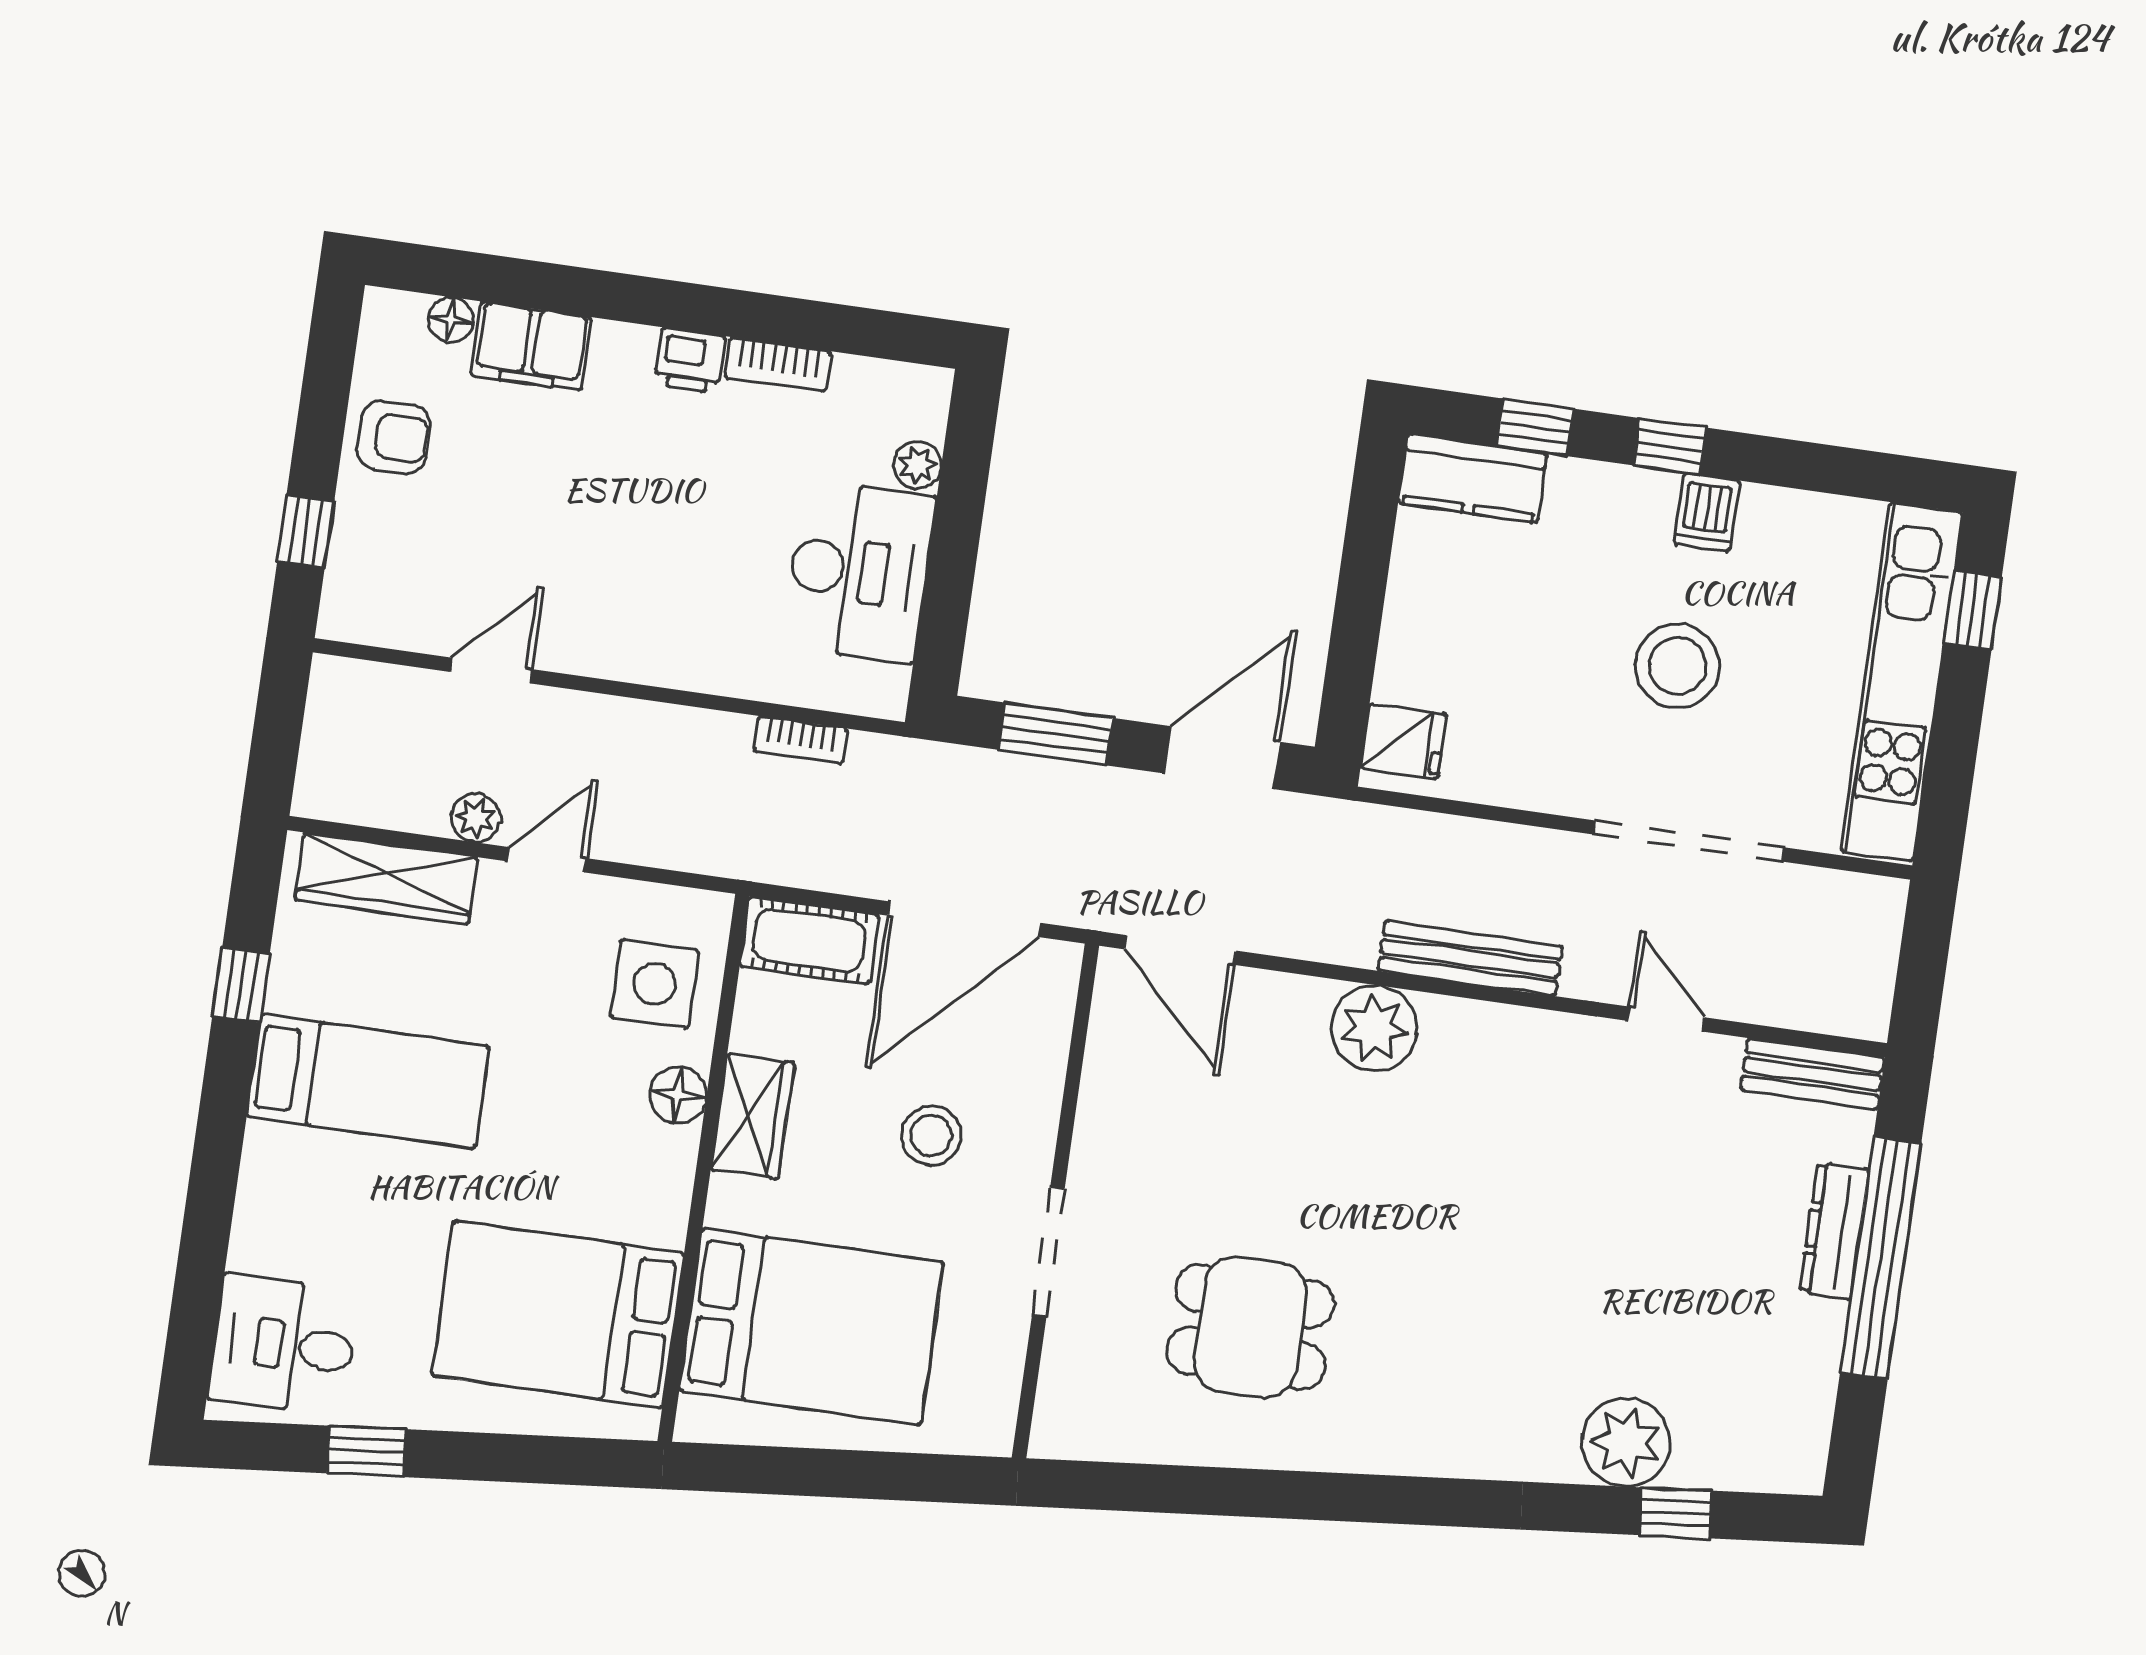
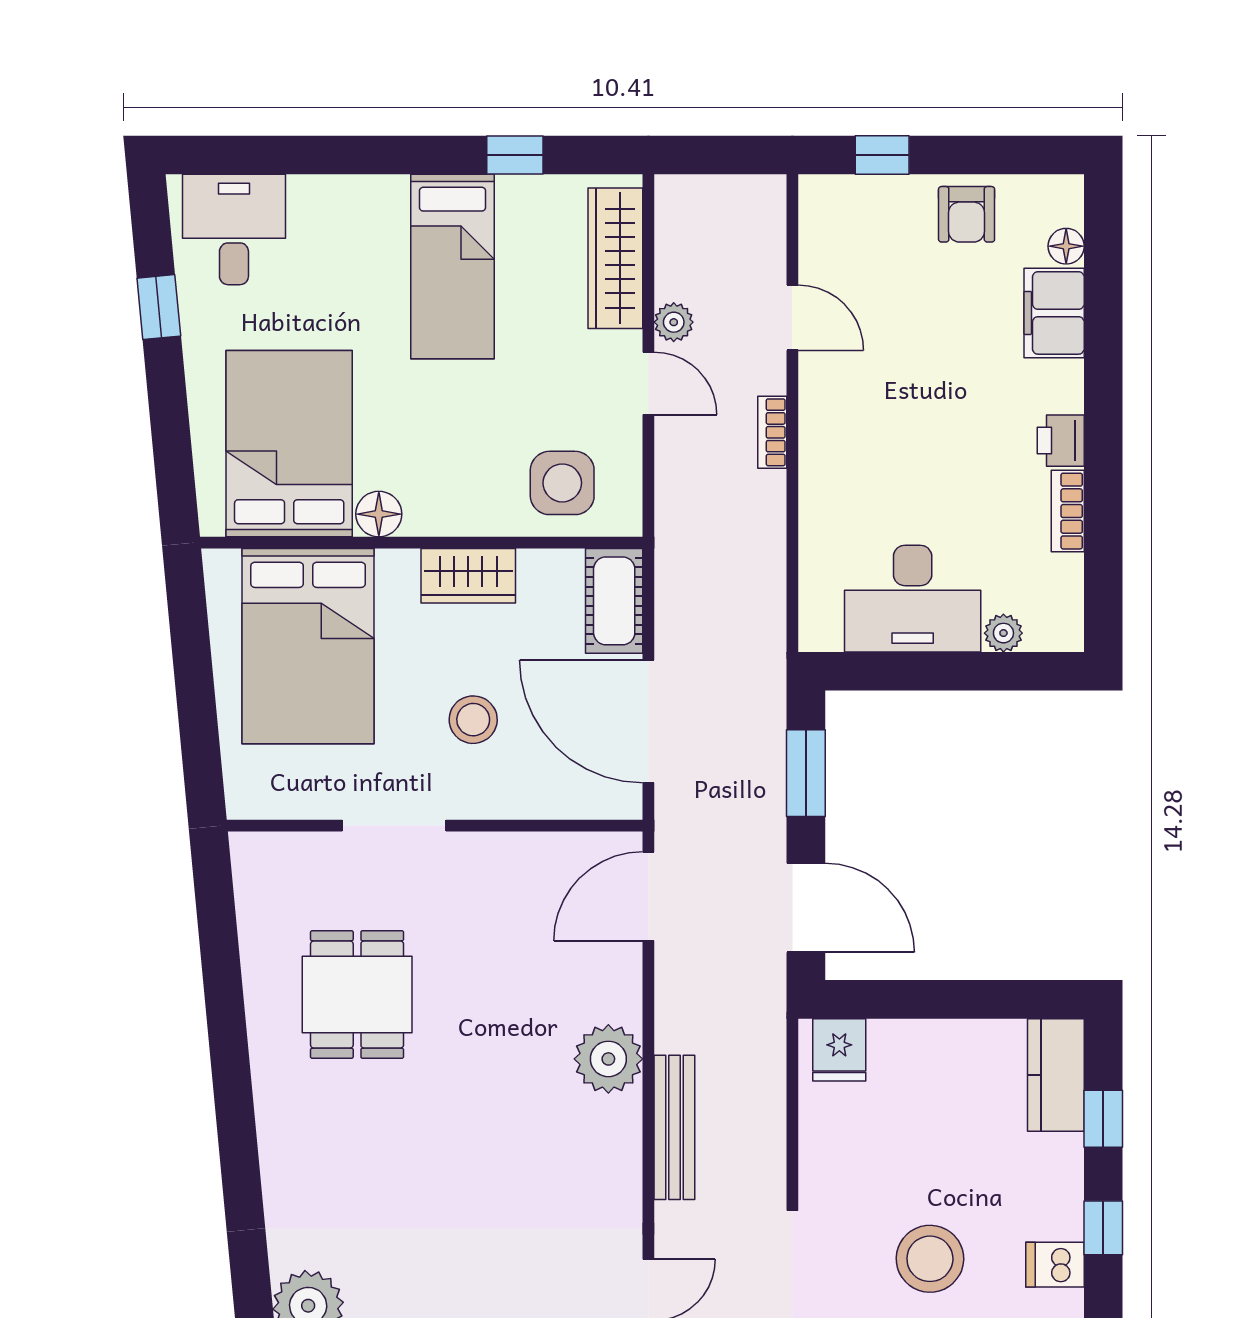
bookcase: (801, 740) -> (772, 432), moved
floor lamp: (678, 1095) -> (379, 514), moved

